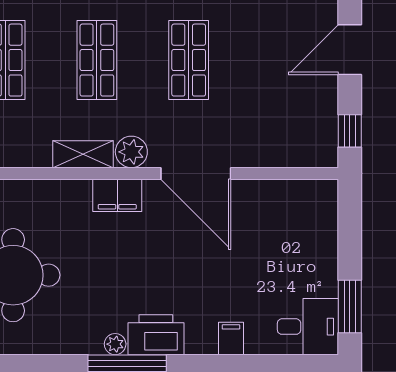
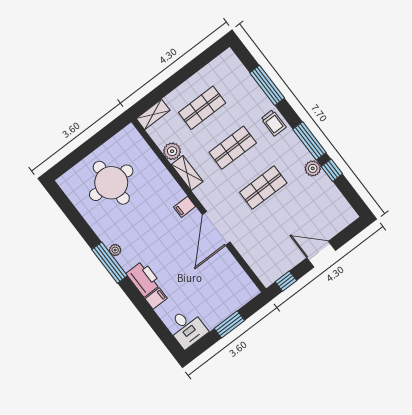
plant: (131, 152) -> (172, 151), moved
filing cabinet: (117, 195) -> (185, 207), width x0.50
window: (350, 306) -> (229, 324), moved
printer: (156, 335) -> (144, 279), moved

